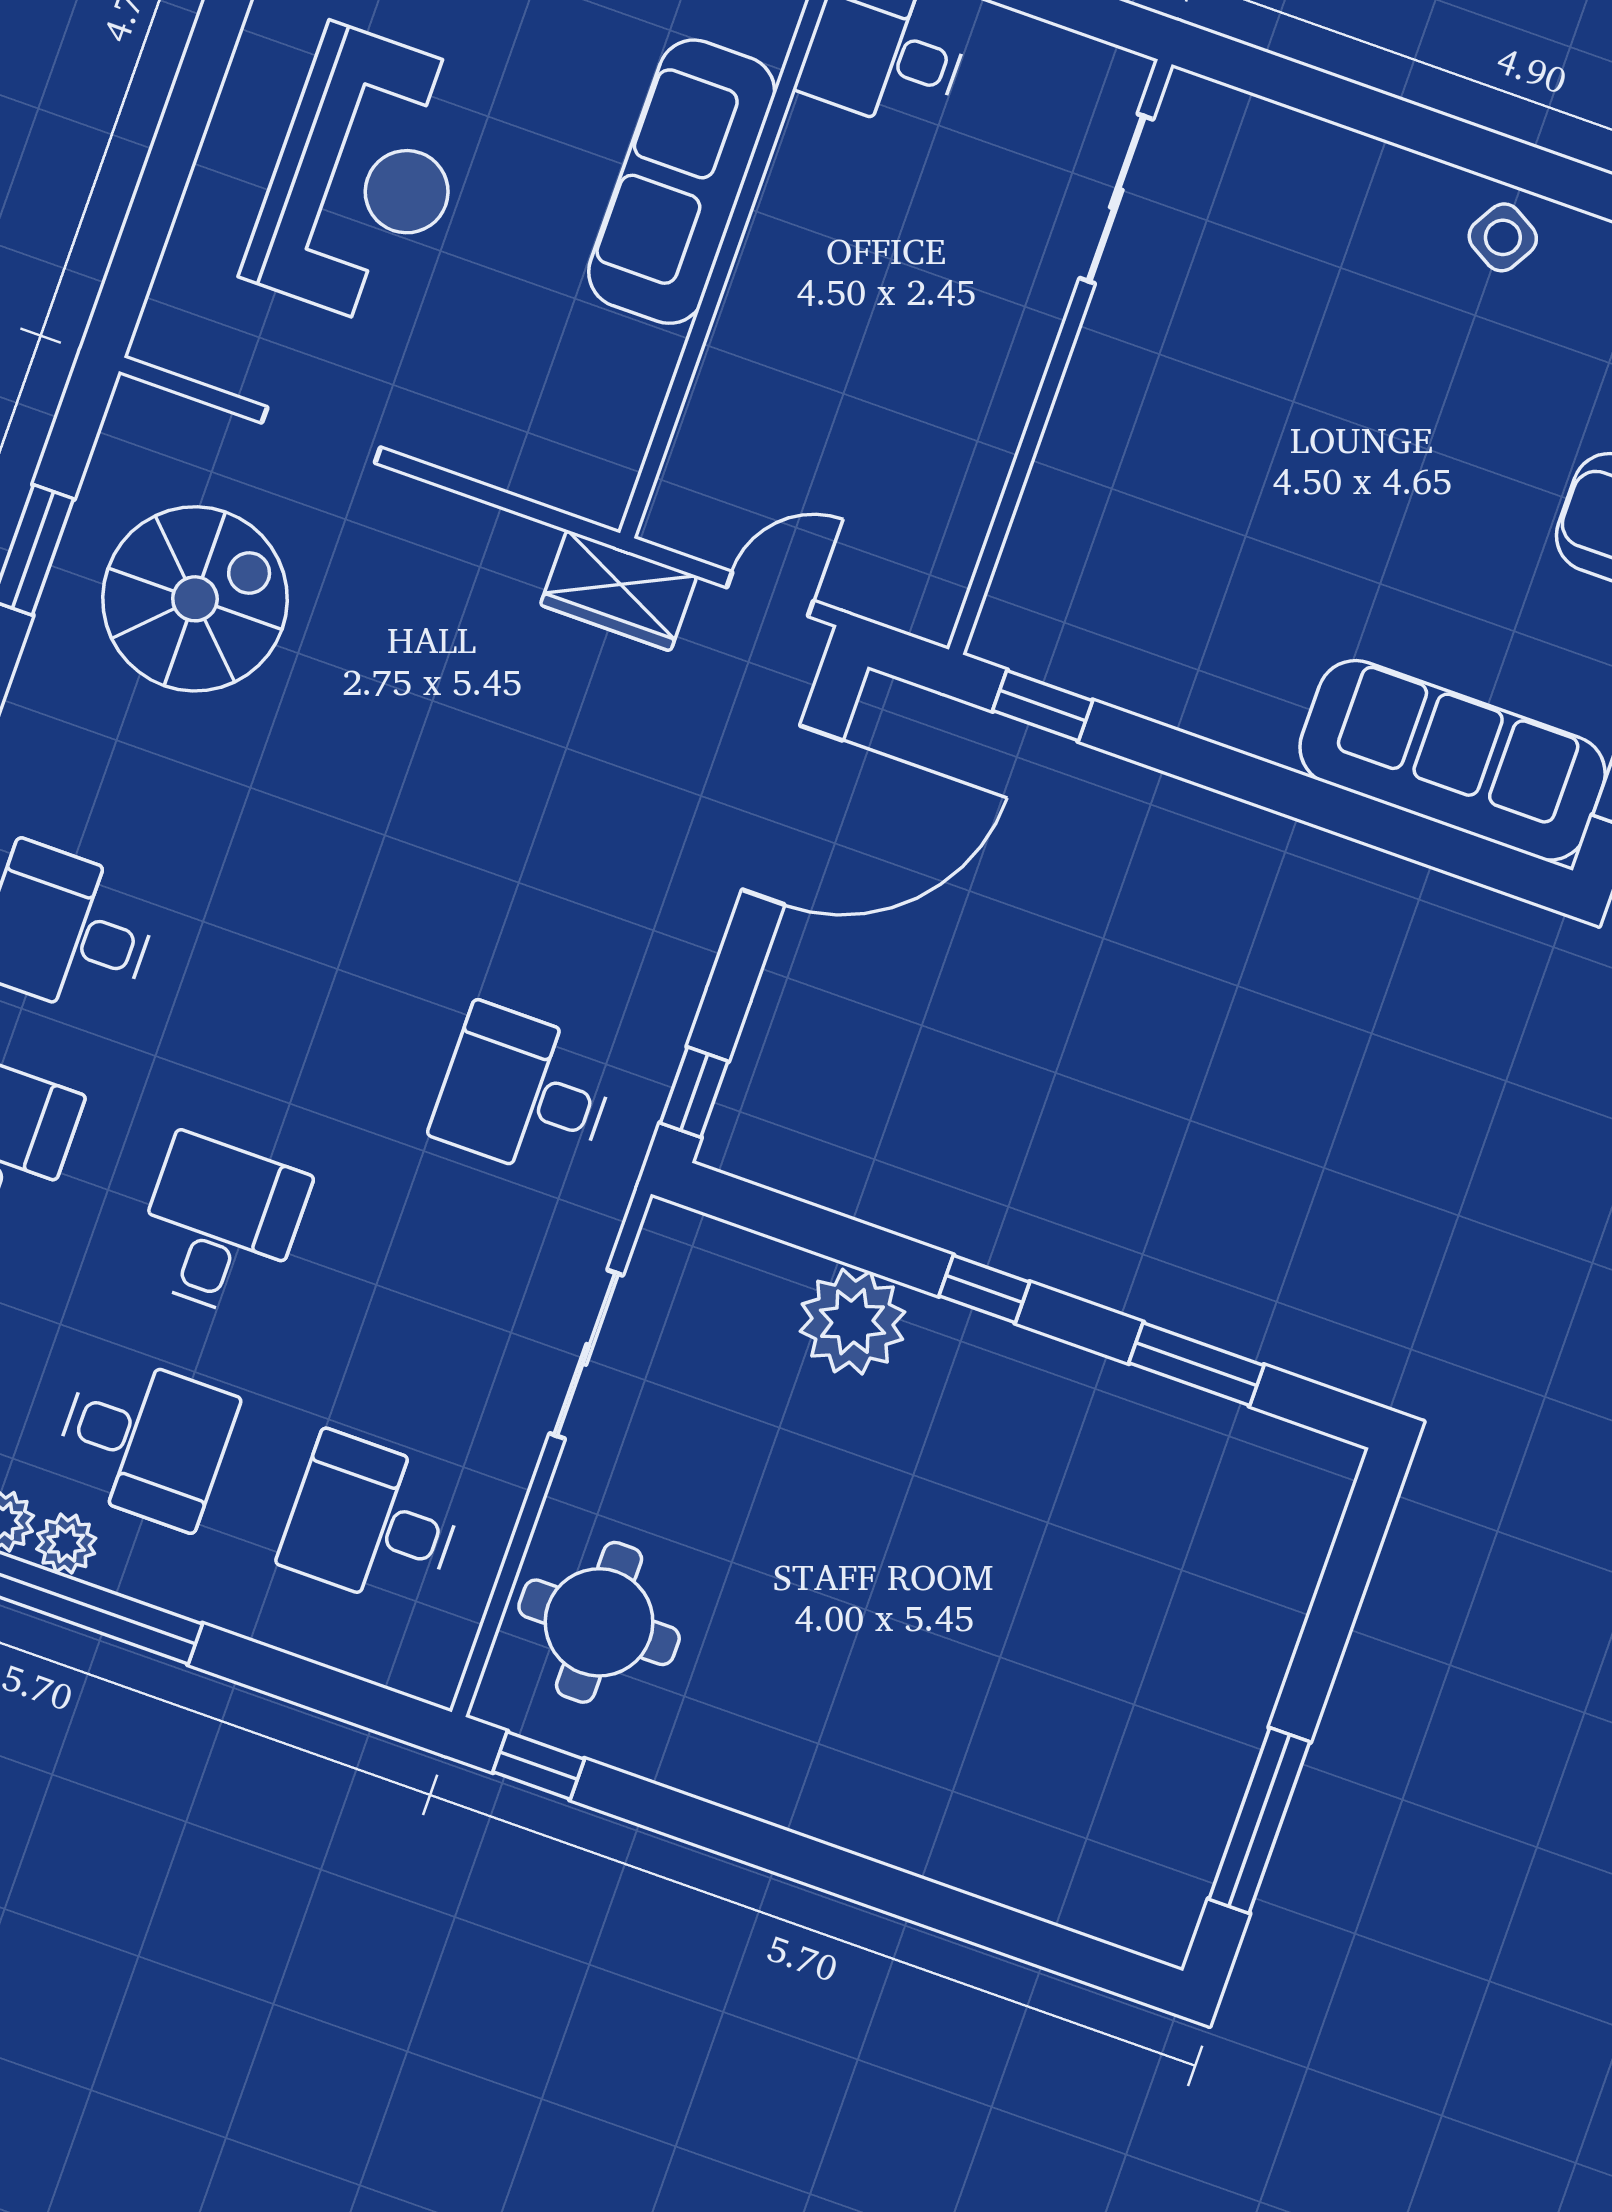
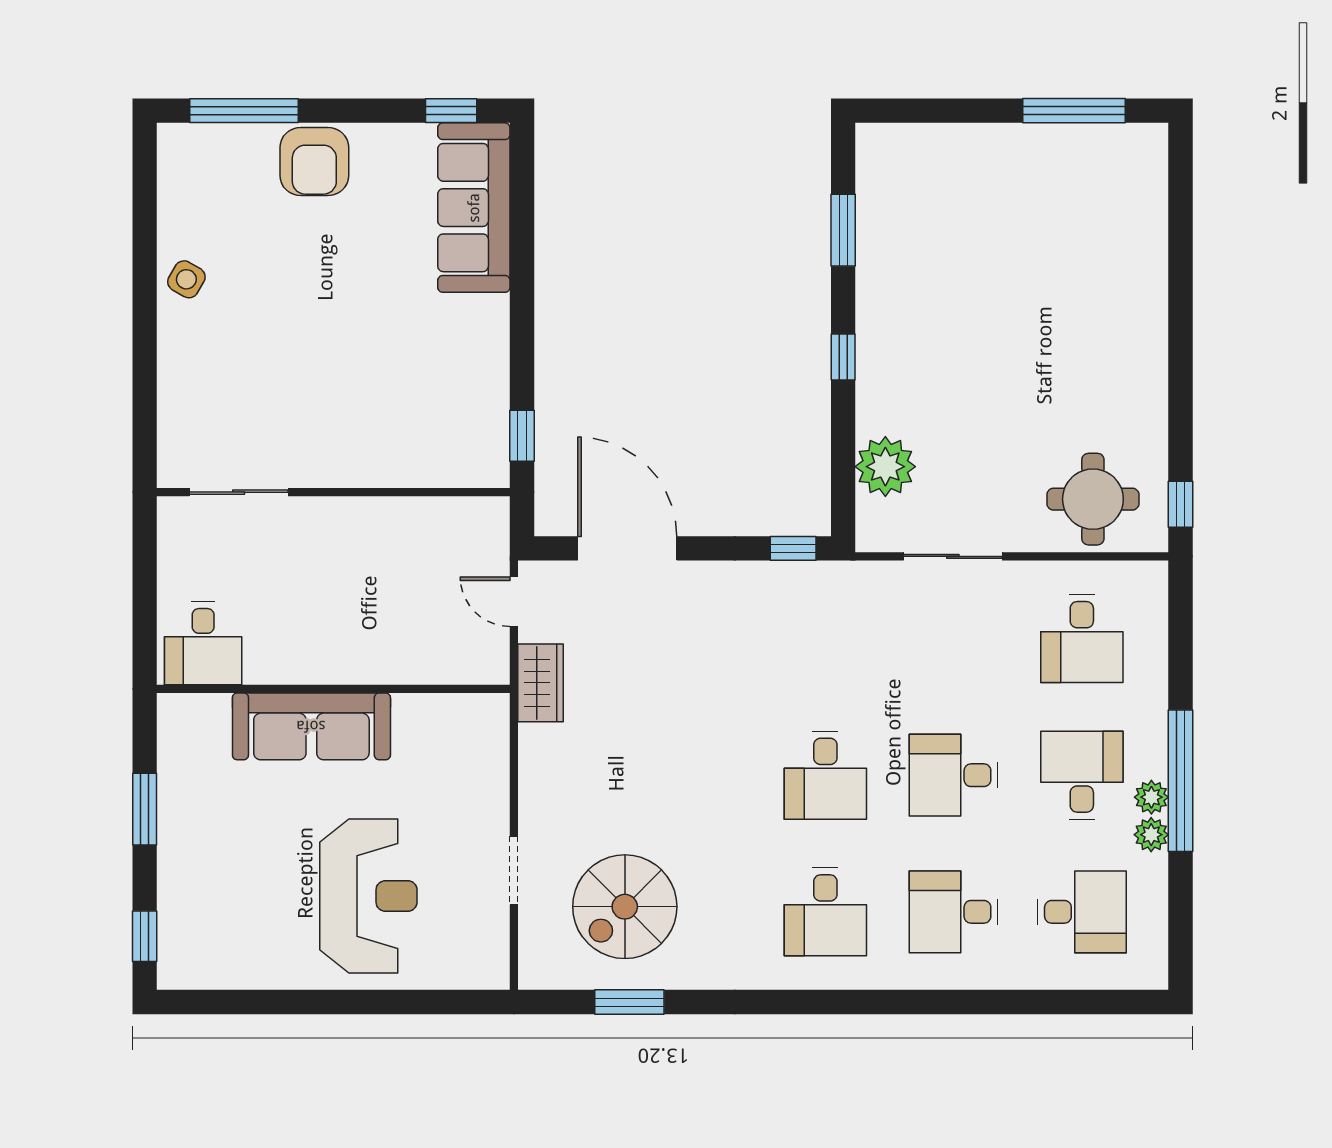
reception desk: (365, 177) -> (368, 896), turned 90
spiral stairs: (195, 599) -> (625, 907), turned -90
desk: (524, 1093) -> (825, 775), moved
plant: (852, 1322) -> (885, 467), moved

